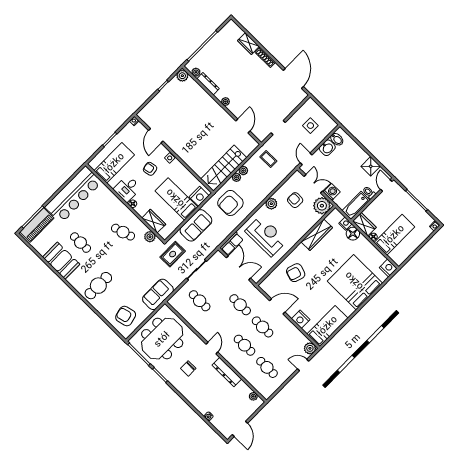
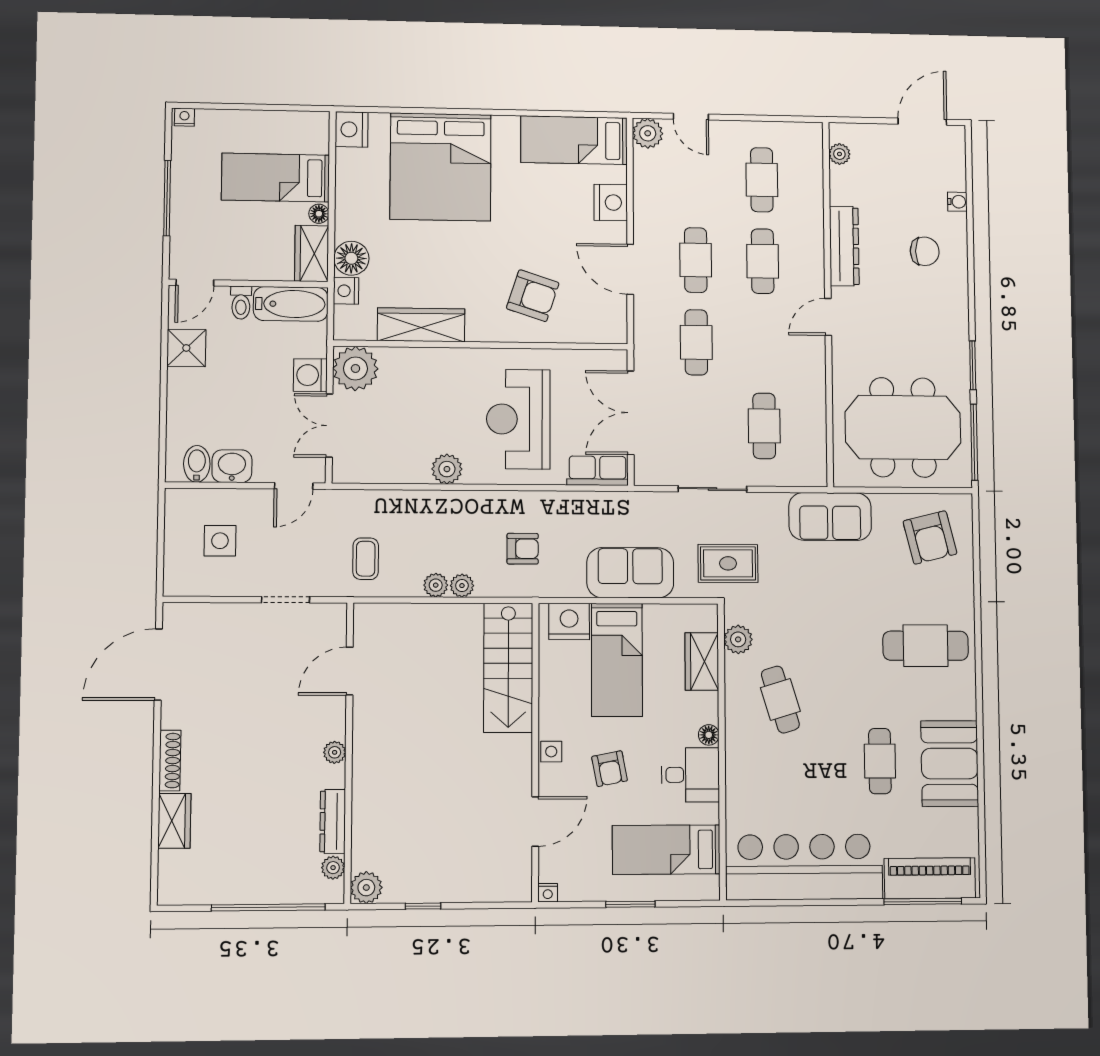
stairs: (224, 168) -> (508, 668), moved, turned 90
armchair: (295, 200) -> (395, 430), removed
armchair: (230, 203) -> (523, 549), width x0.53, depth x0.53
chair: (188, 368) -> (925, 251), moved

